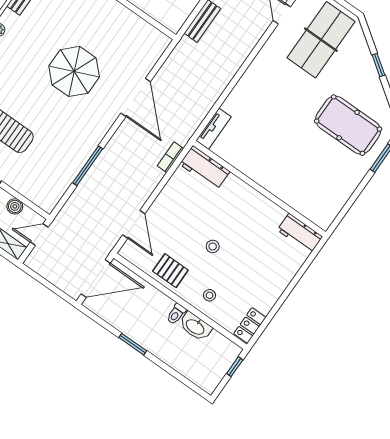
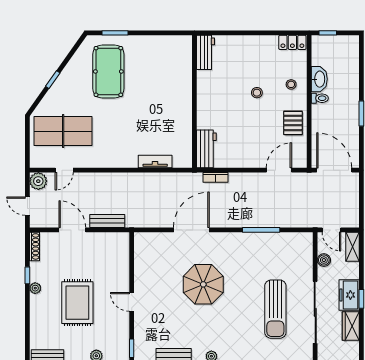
tv unit: (214, 129) -> (155, 162), moved
stool: (213, 246) -> (257, 93), moved

